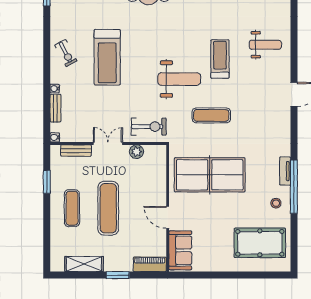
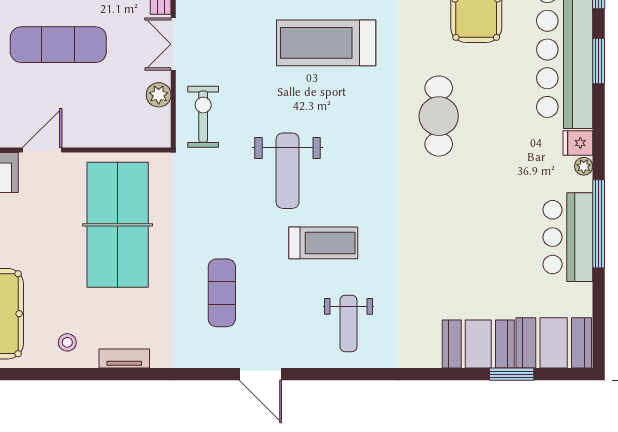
exercise mat: (211, 115) -> (222, 293), moved
exercise bike: (149, 127) -> (203, 117), turned 180
double door: (108, 143) -> (173, 44), swing flipped
window: (294, 187) -> (96, 374), removed

